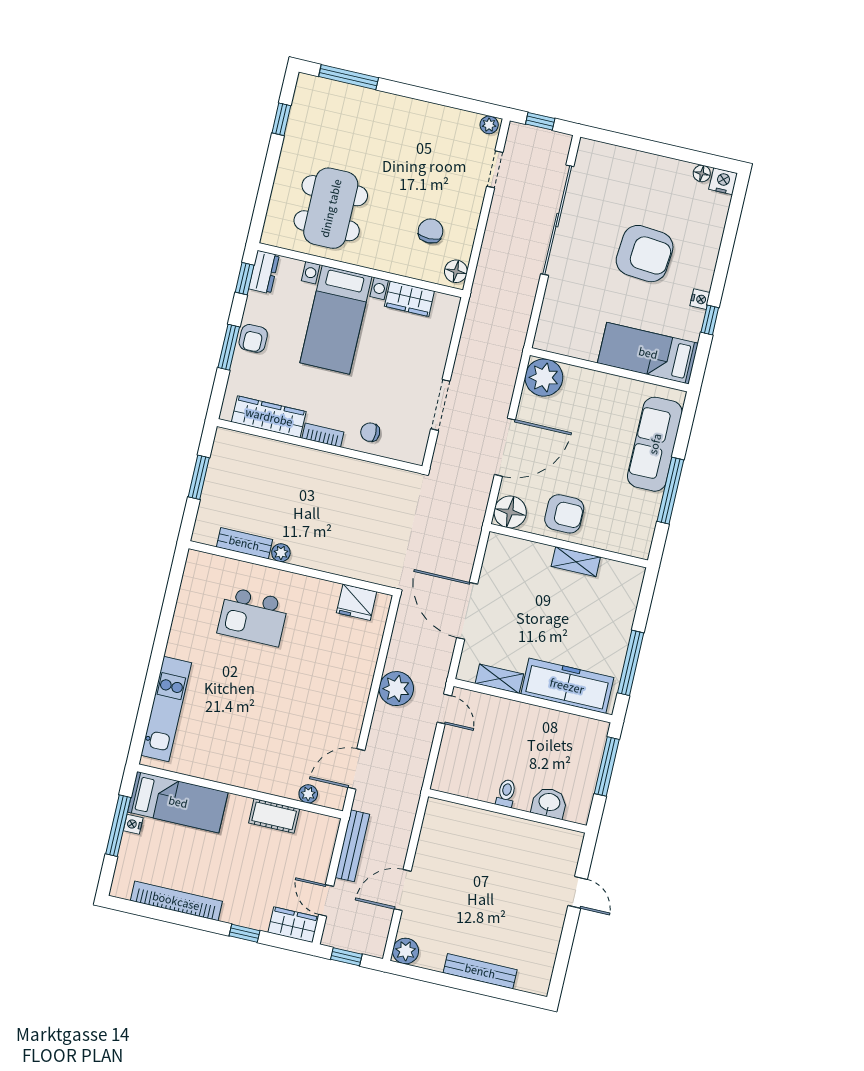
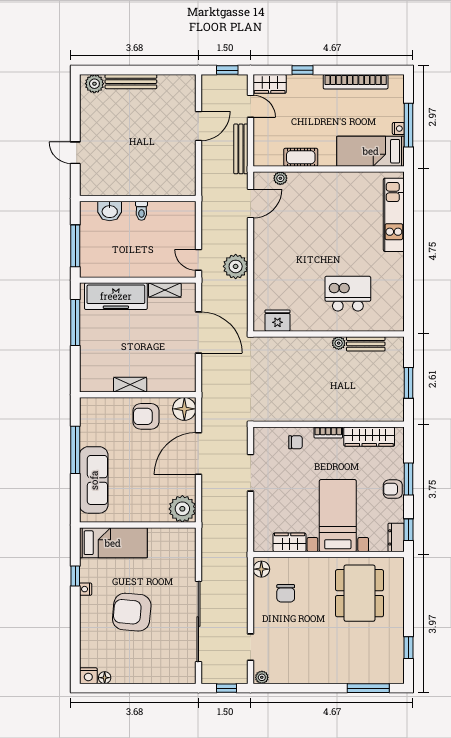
armchair: (253, 338) -> (393, 489), turned -90
plant: (406, 951) -> (94, 84), moved

